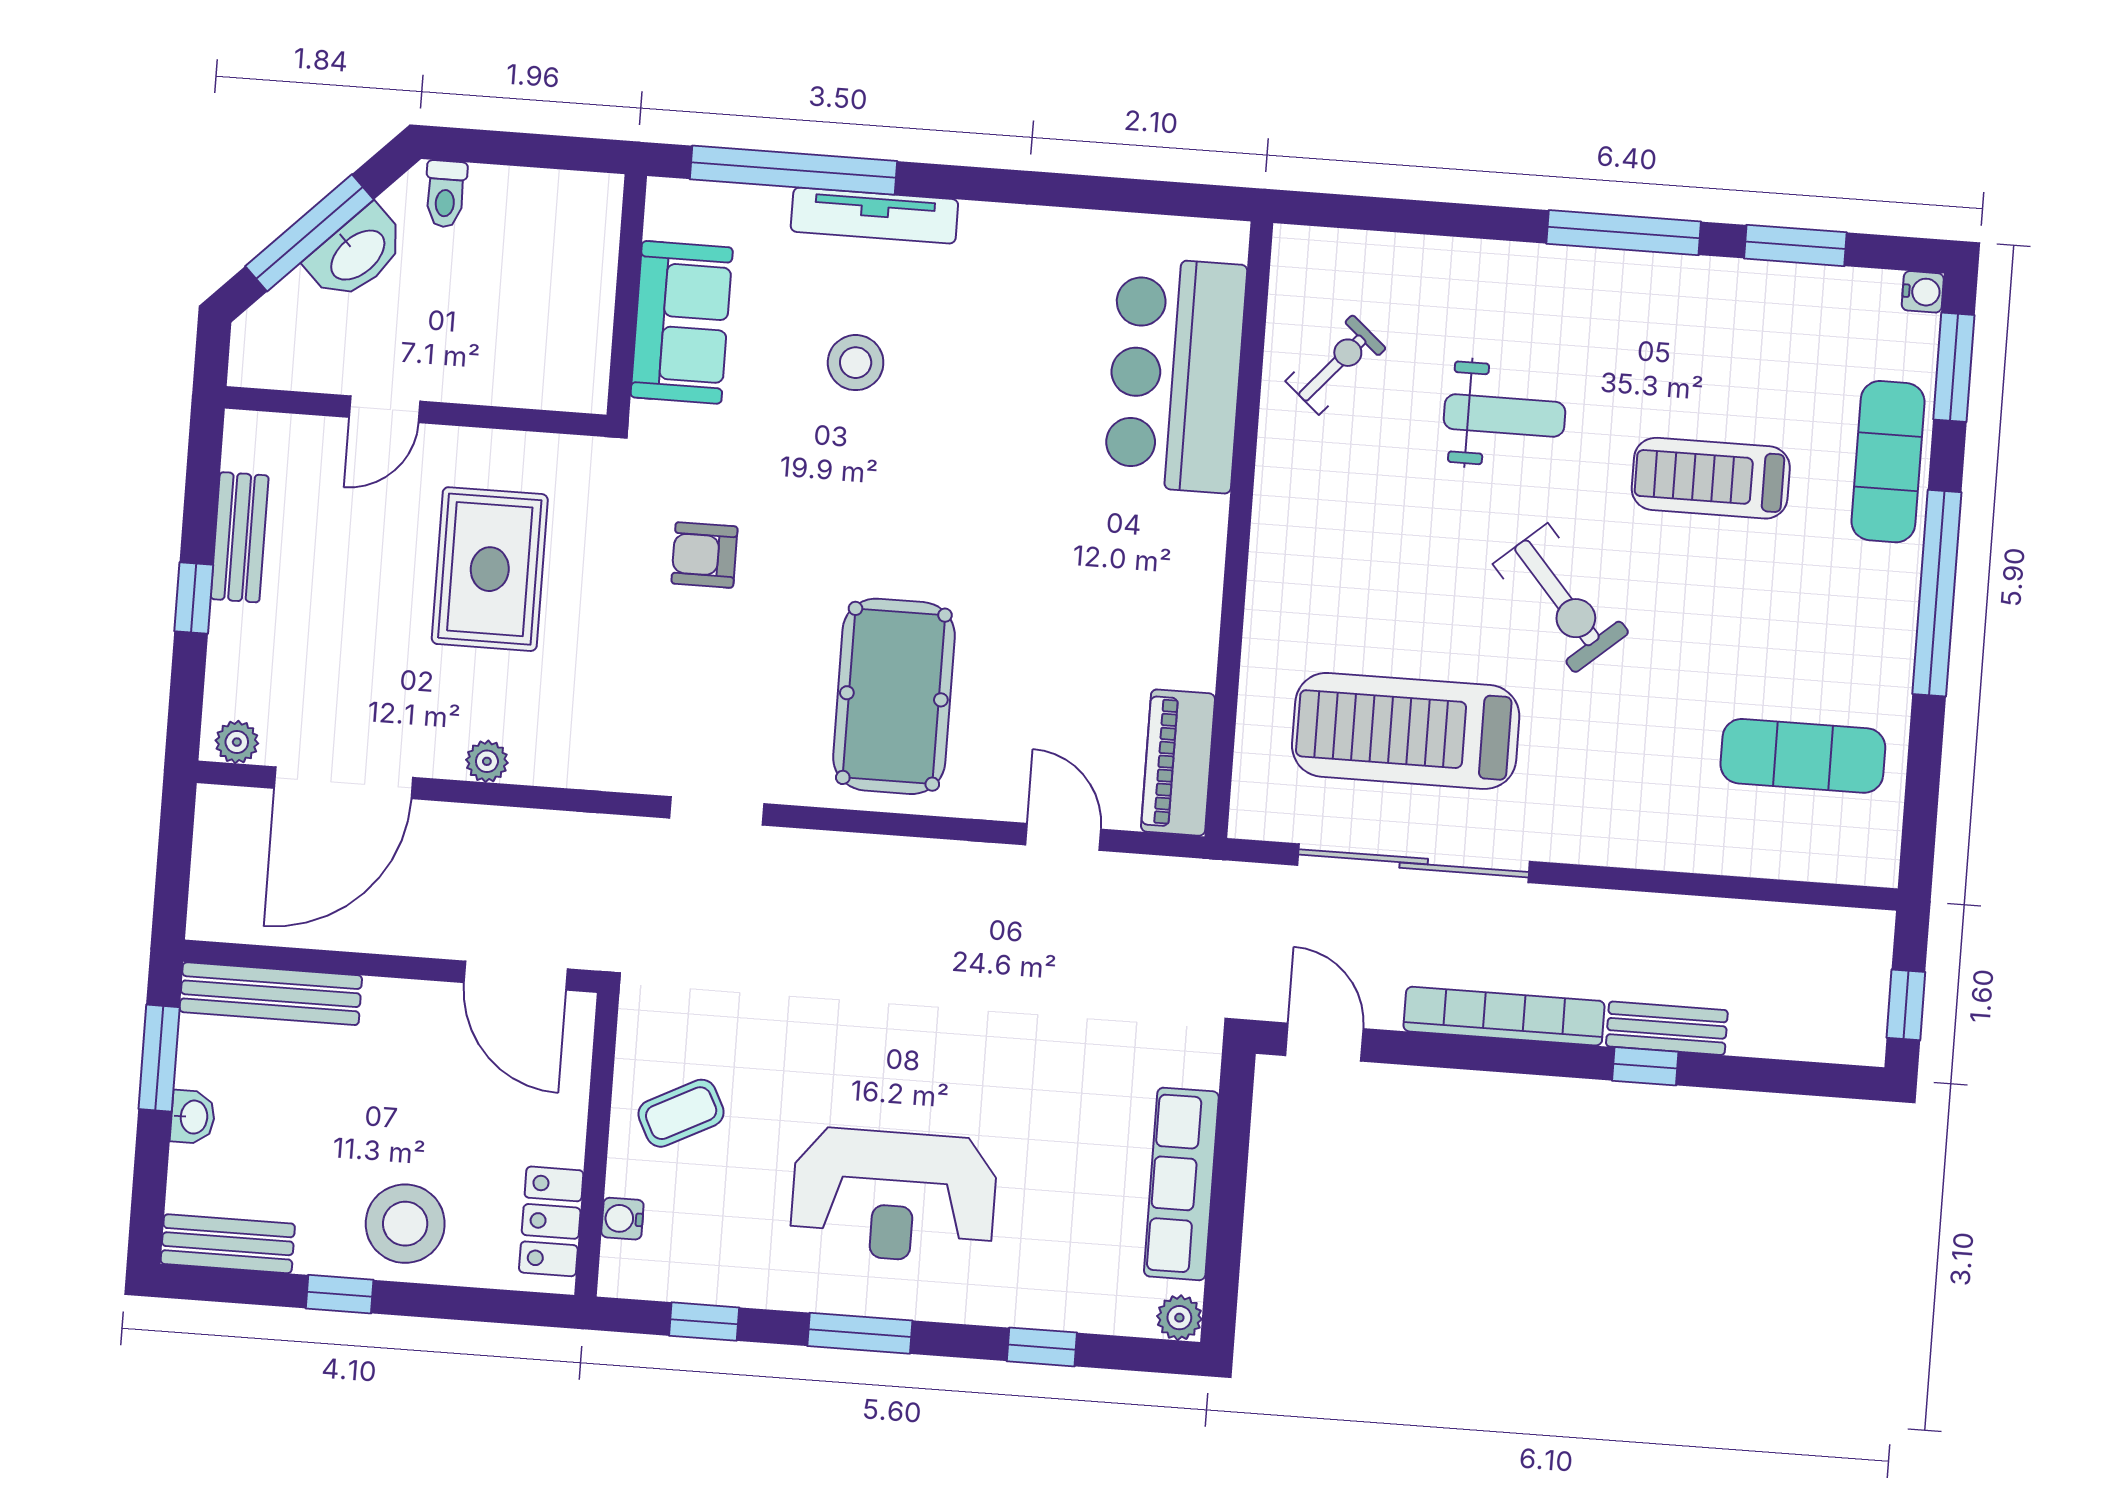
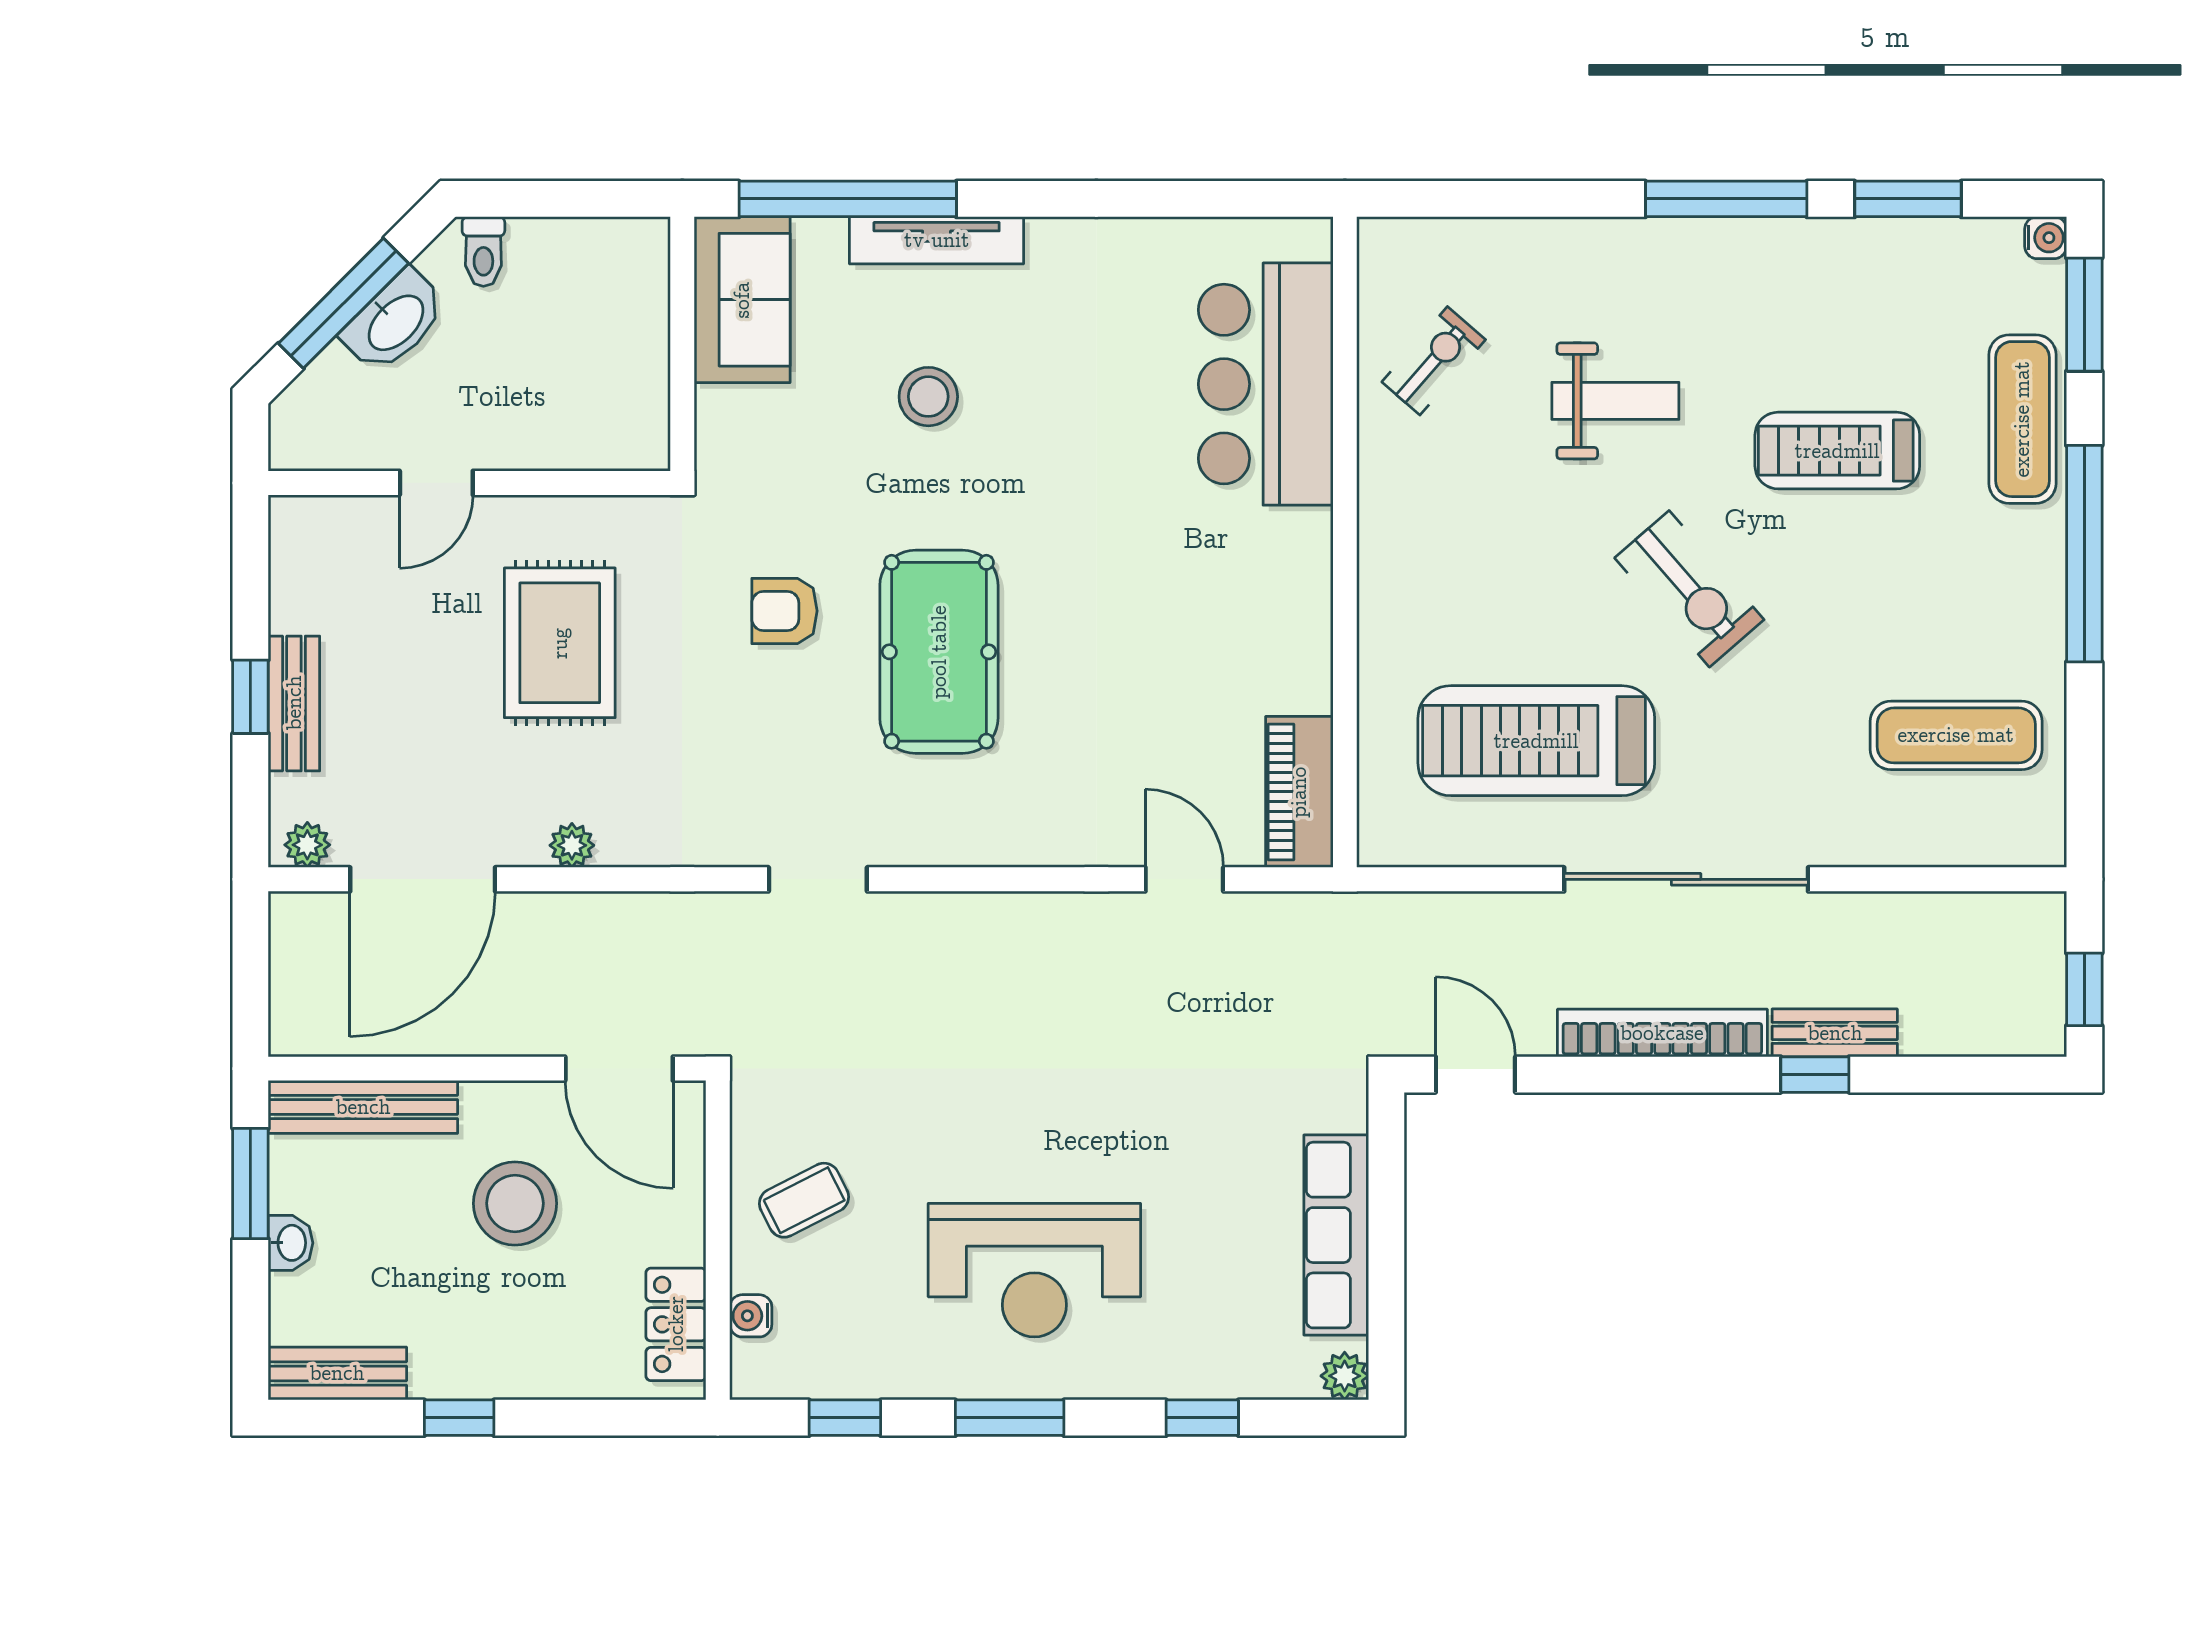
sofa: (682, 322) -> (742, 300), moved
bench: (240, 537) -> (294, 703), moved
pool table: (894, 696) -> (939, 652), moved
sliding door: (1414, 863) -> (1686, 879), moved
stool: (405, 1224) -> (515, 1203), moved

